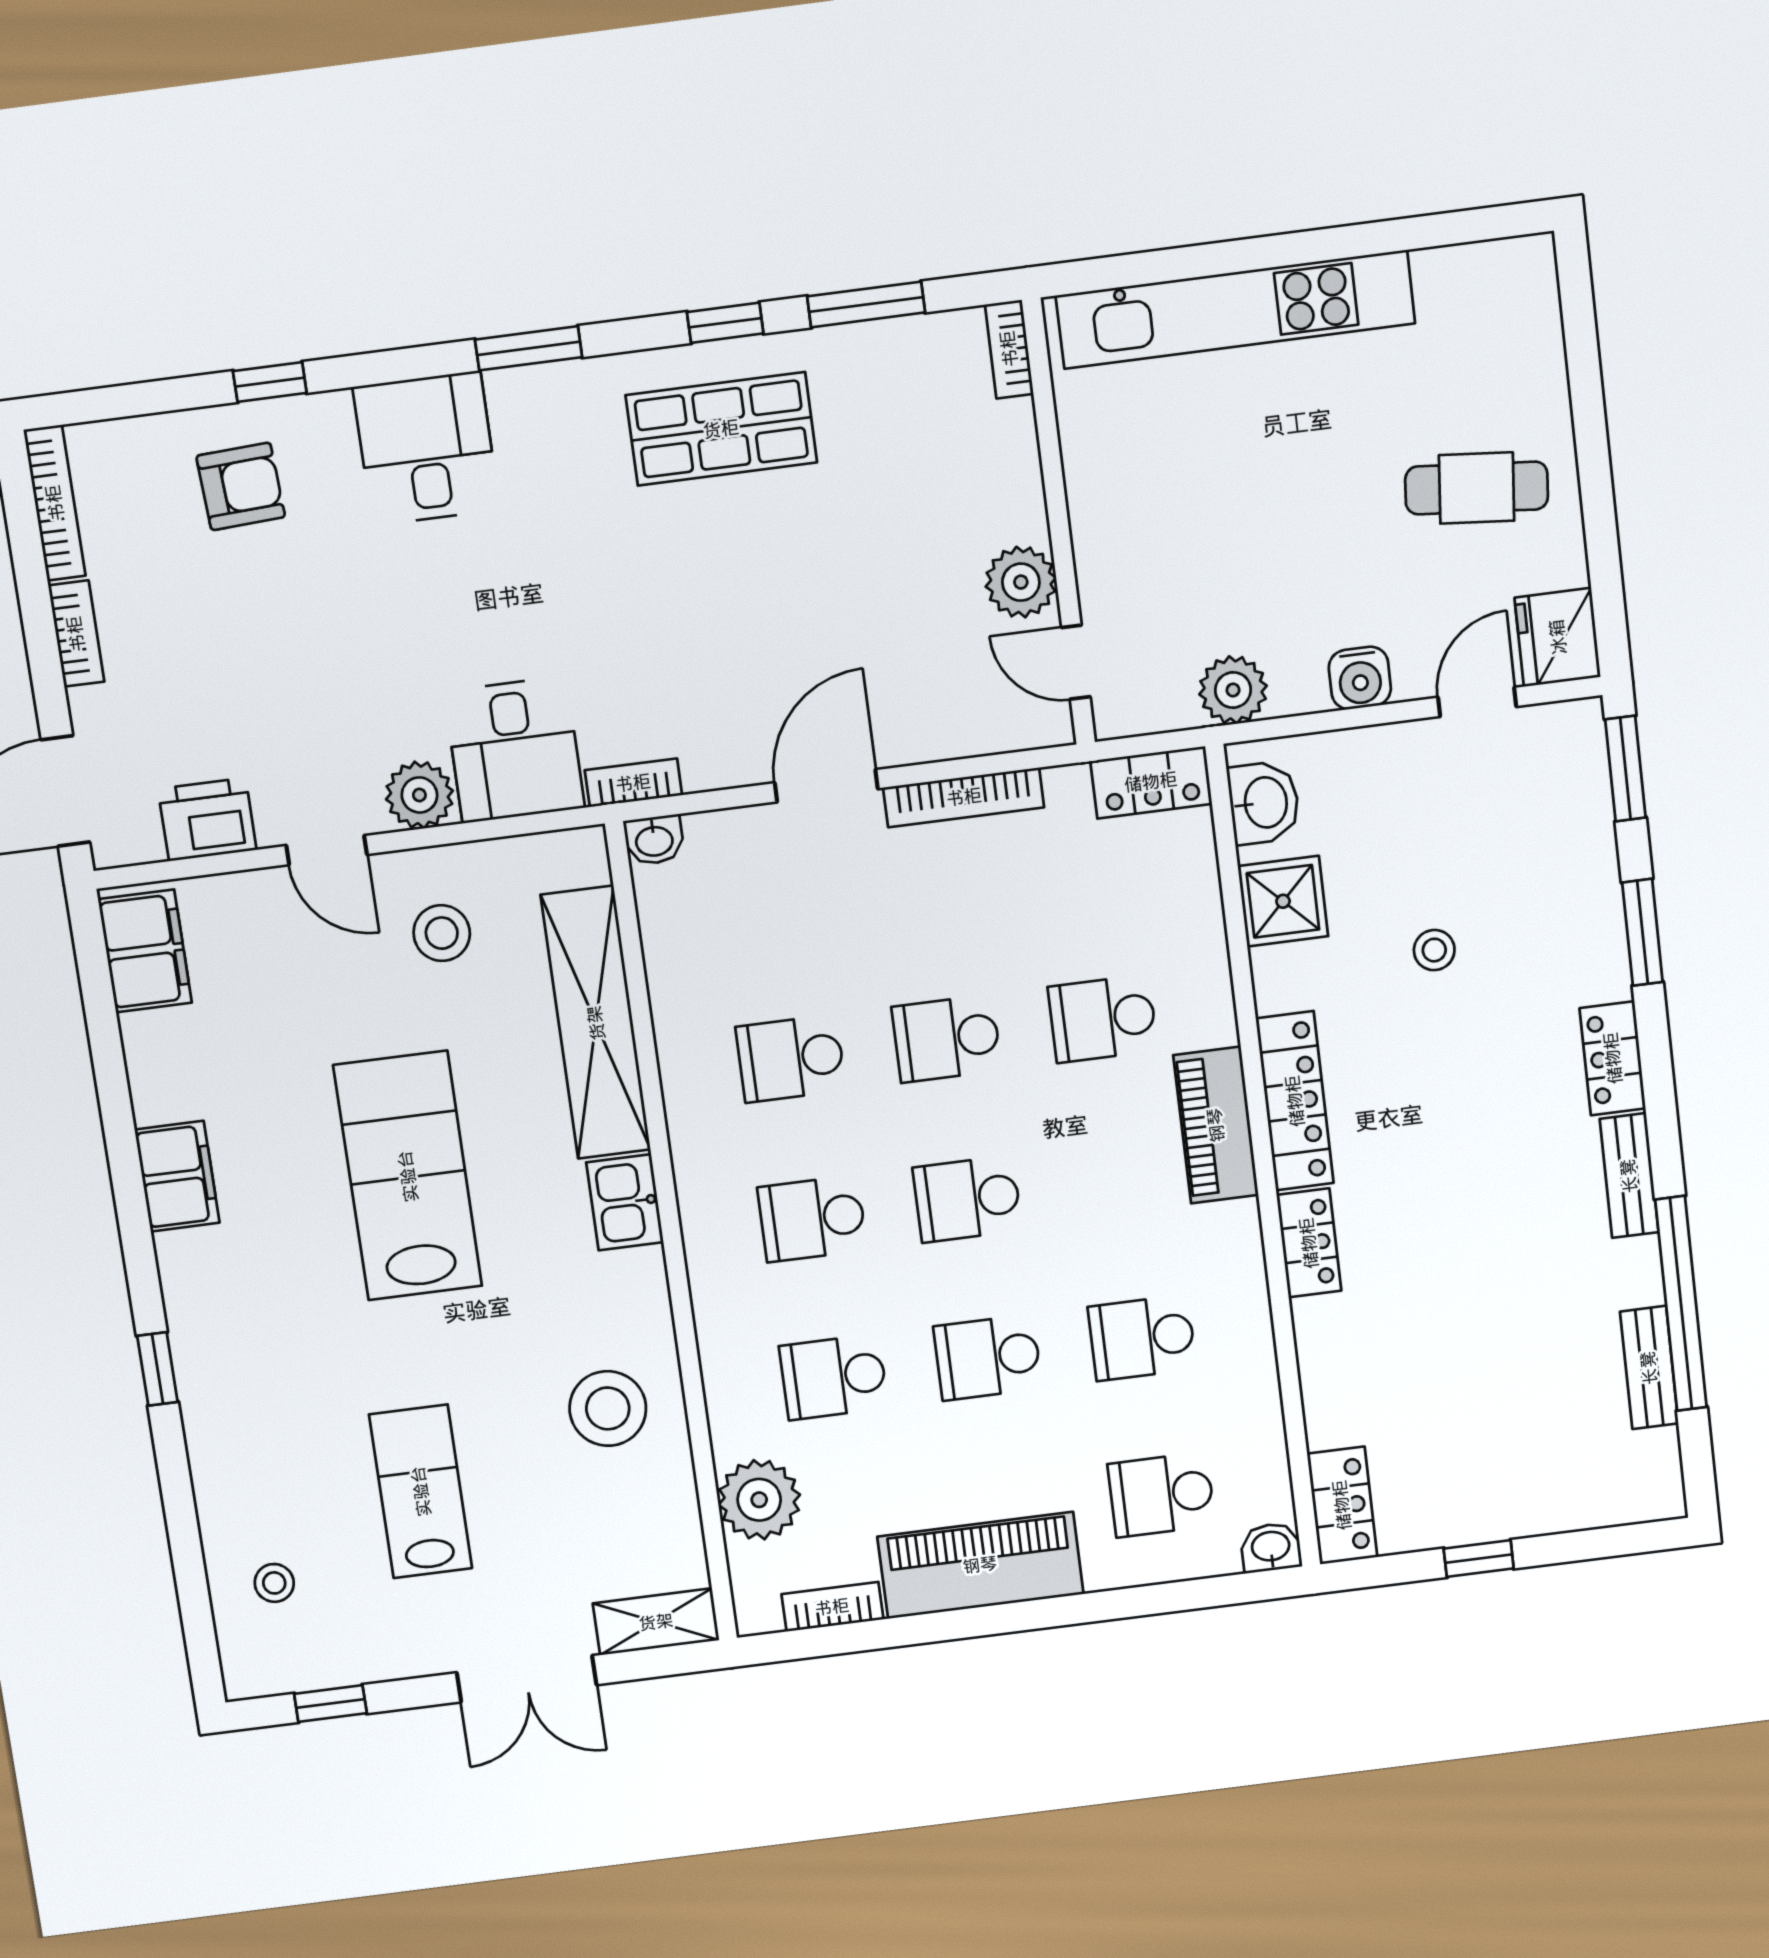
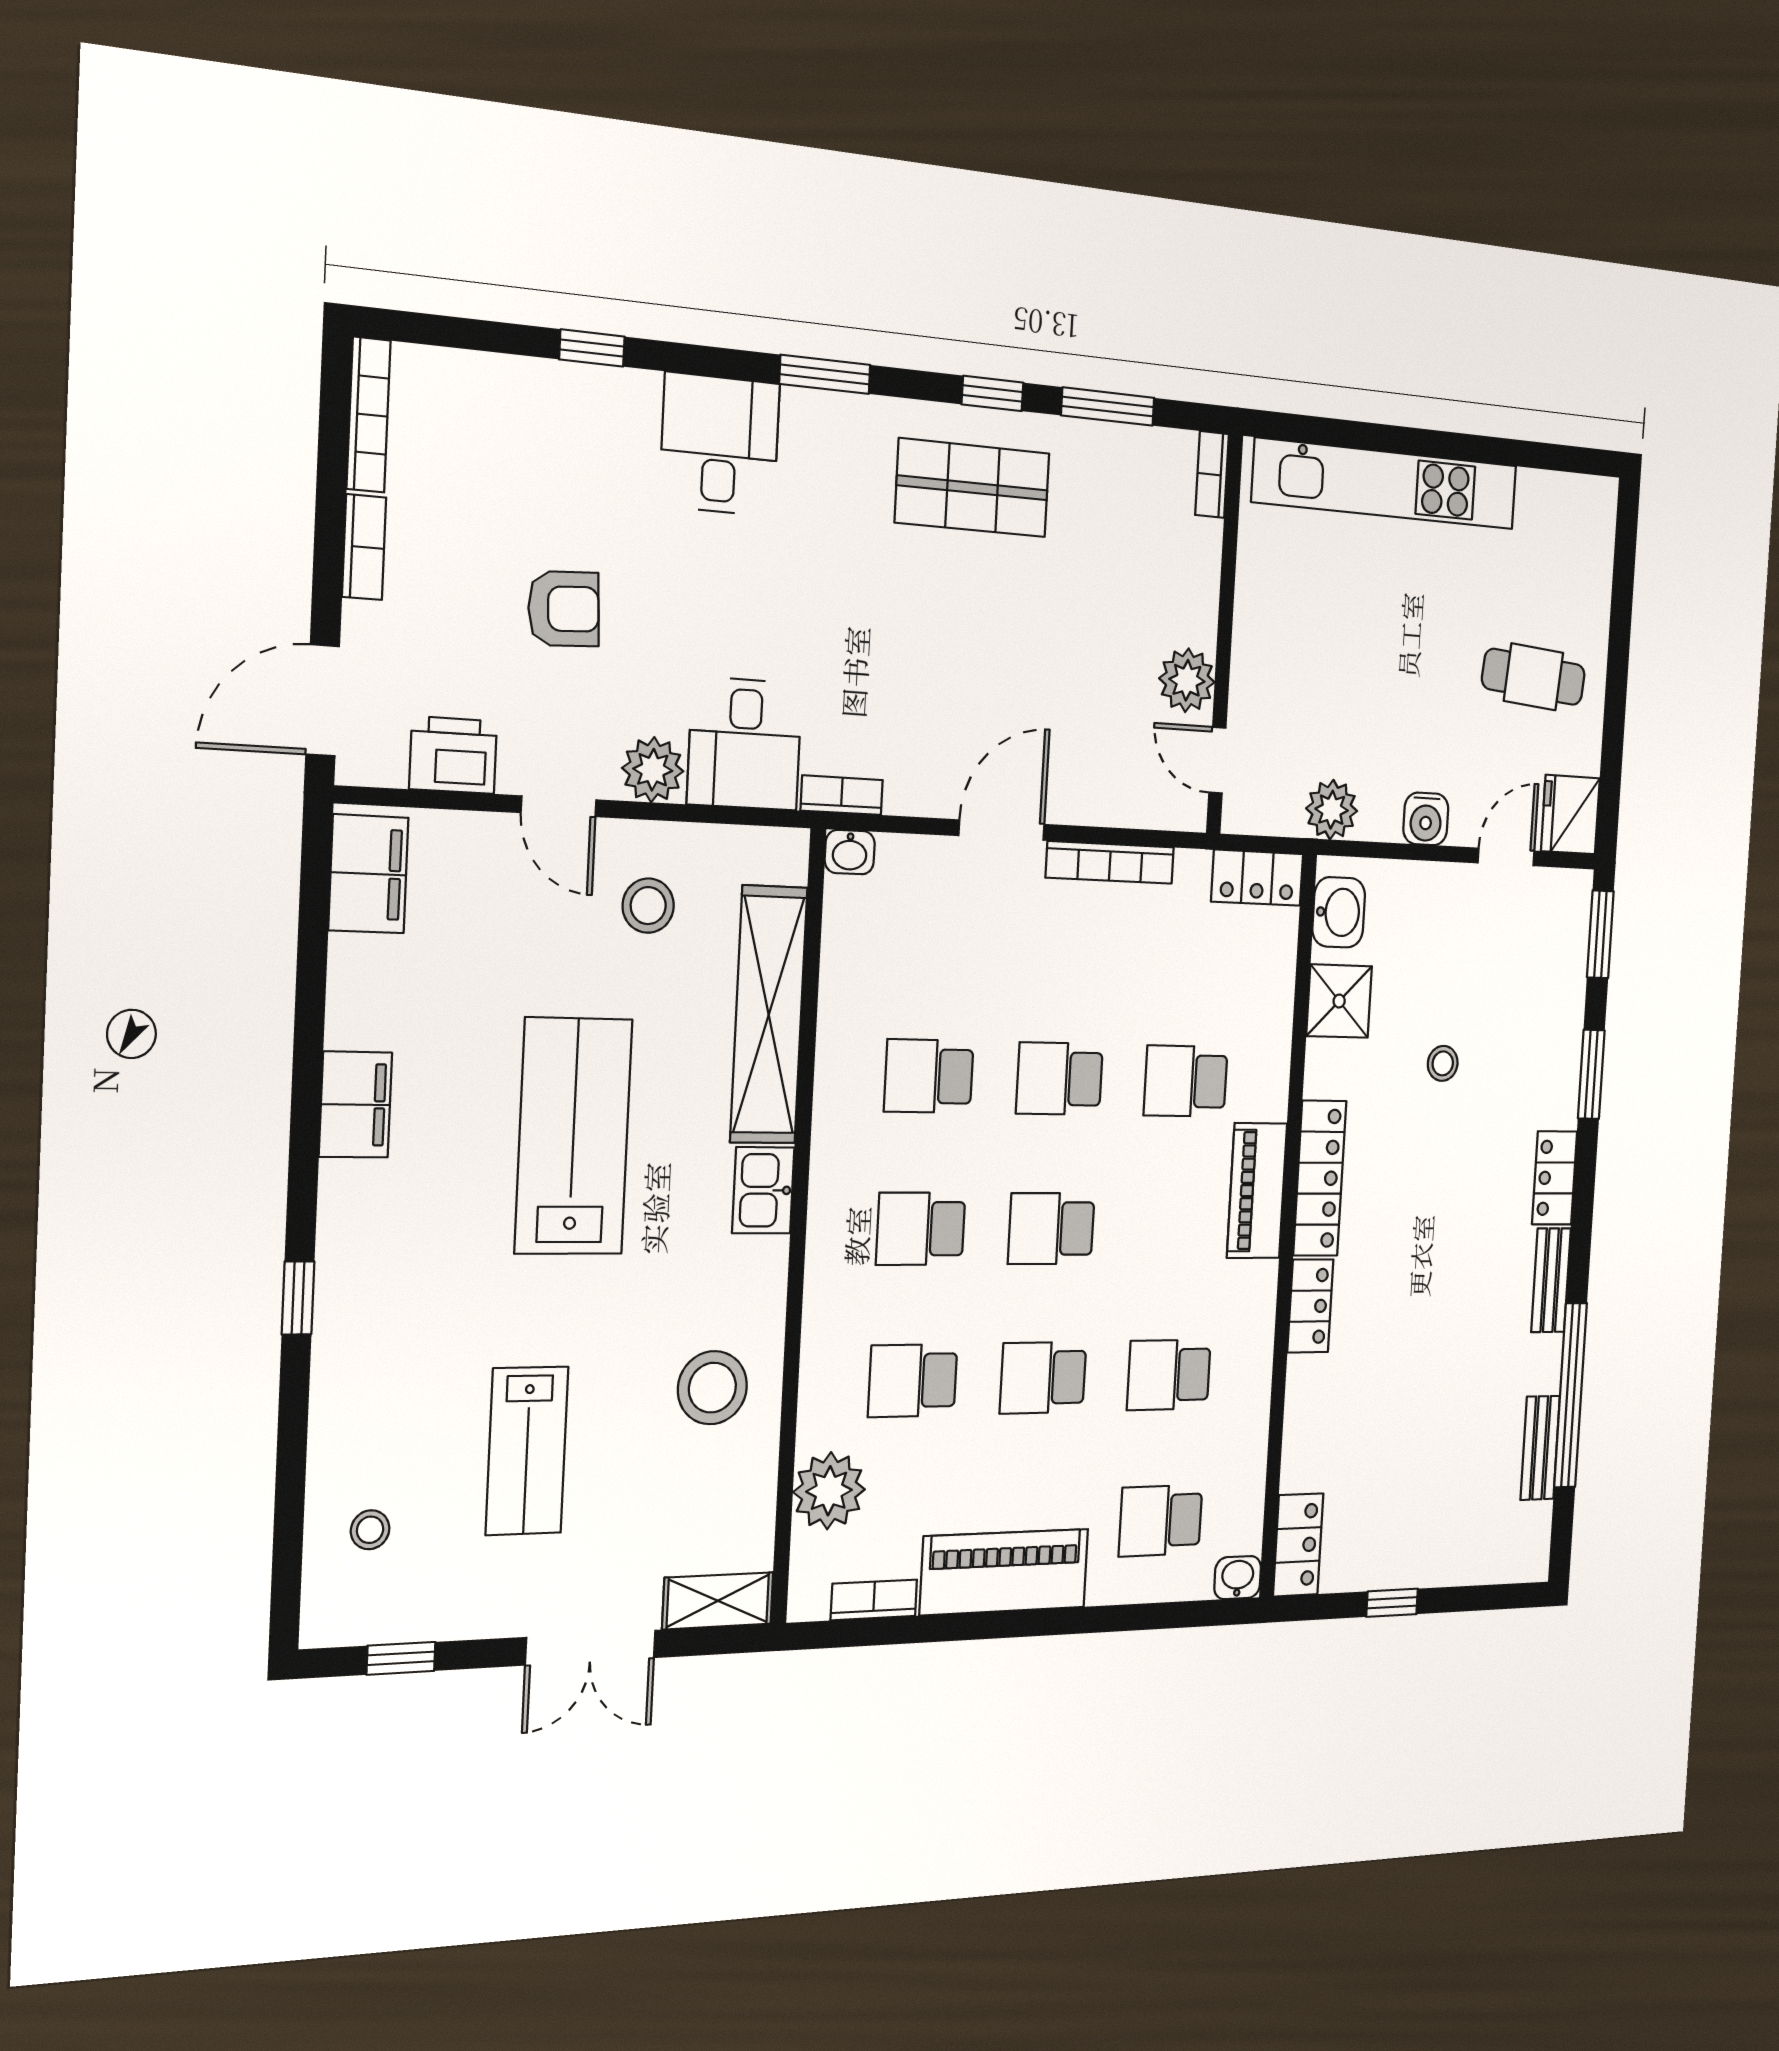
armchair: (241, 486) -> (564, 609), moved
lab bench: (421, 1491) -> (527, 1451), turned 180

